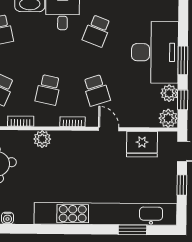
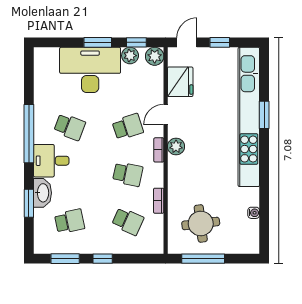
plant: (42, 139) -> (176, 147), moved
window: (132, 230) -> (264, 115), moved

